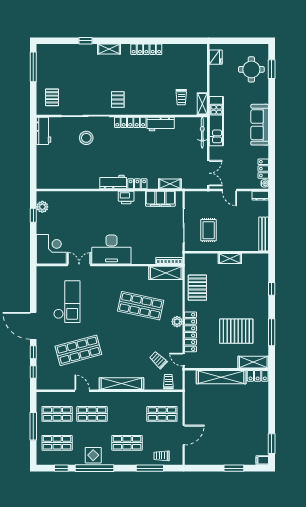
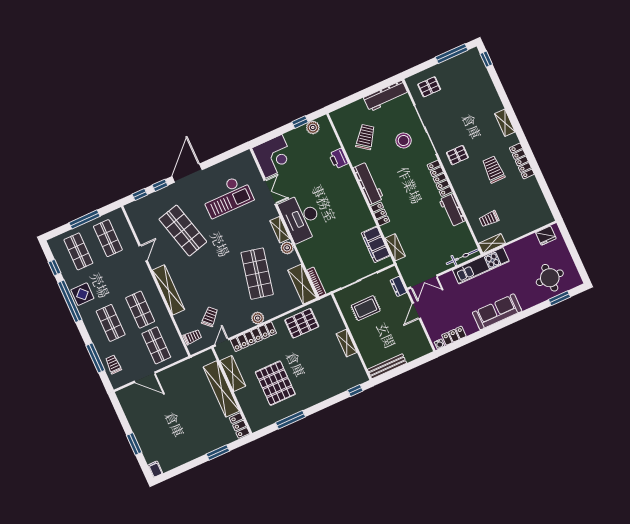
window: (86, 41) -> (486, 59), moved
trolley: (143, 76) -> (493, 169), added
workbench: (44, 131) -> (386, 96), width x1.38
trolley: (69, 168) -> (365, 137), added
workbench: (113, 182) -> (368, 183), width x1.38
dresser: (260, 196) -> (398, 286), moved
printer: (126, 197) -> (338, 159), moved
shelving: (113, 271) -> (280, 230), added
plant: (131, 272) -> (287, 248), added
window: (272, 289) -> (355, 391), moved
shelving: (253, 362) -> (233, 374), moved
shop shelf: (92, 414) -> (140, 310), moved
window: (272, 444) -> (218, 453), moved

